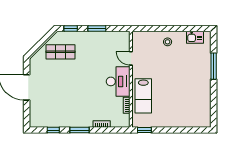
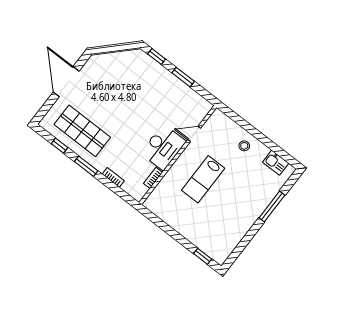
shop shelf: (61, 52) -> (82, 131), moved, width x1.43, depth x1.36
door: (131, 58) -> (194, 134), hinge flipped
lab bench: (143, 96) -> (203, 179), moved
window: (144, 130) -> (203, 256), moved

